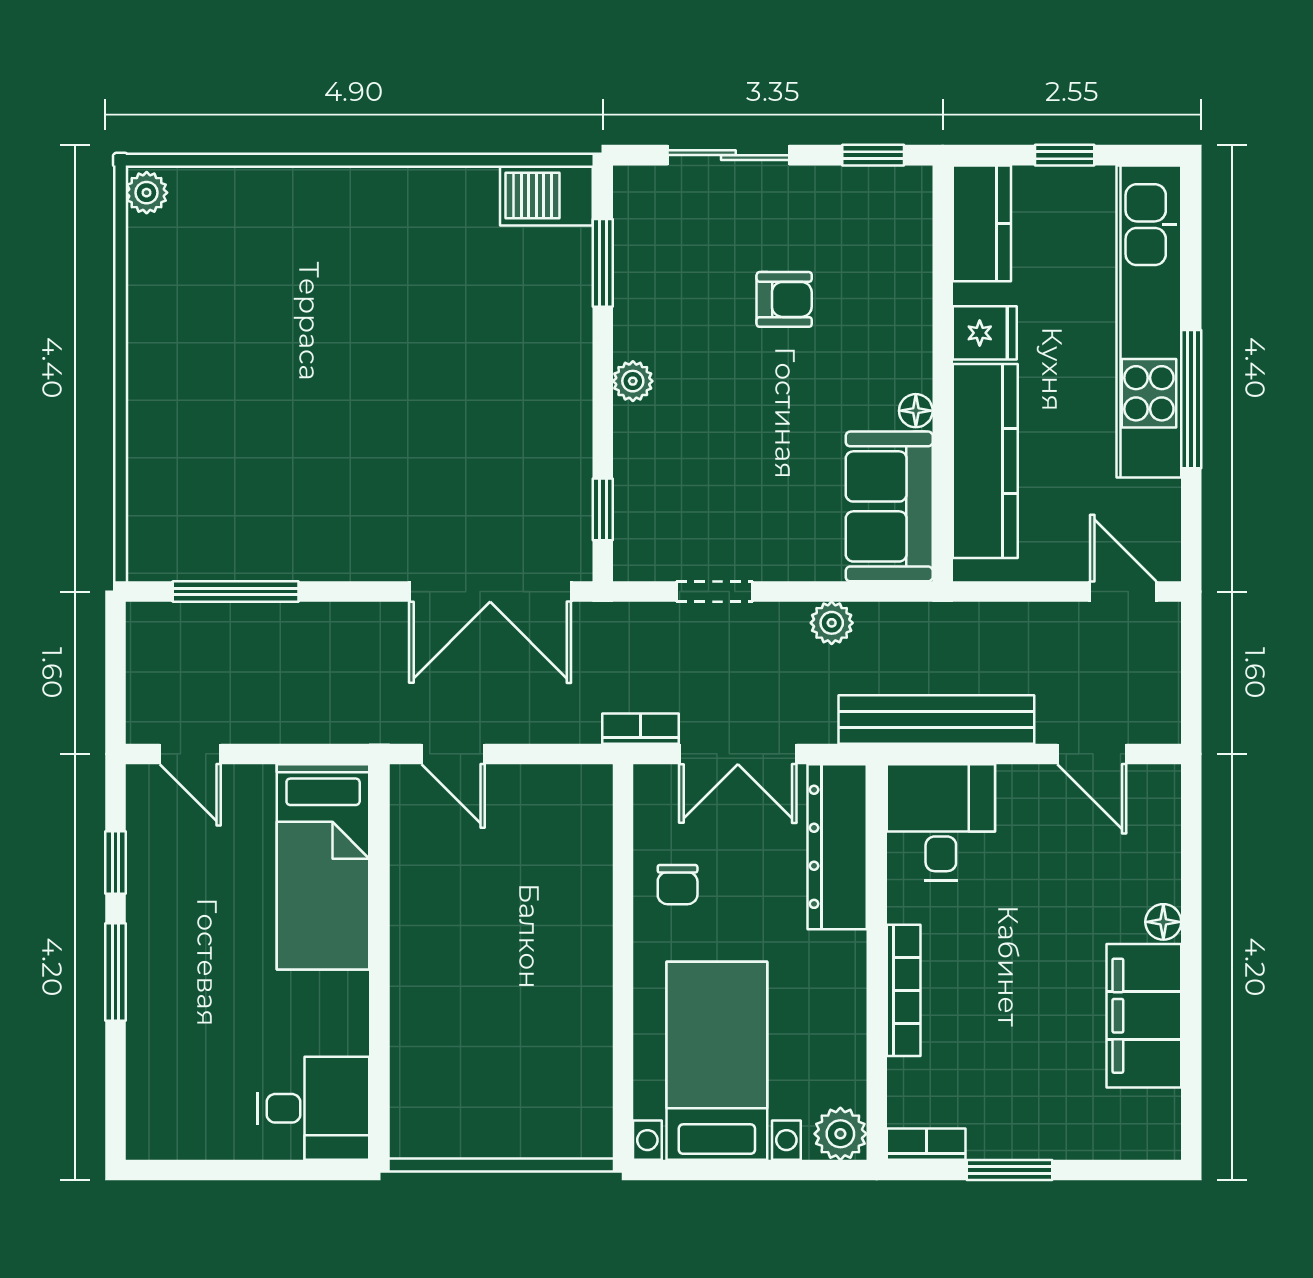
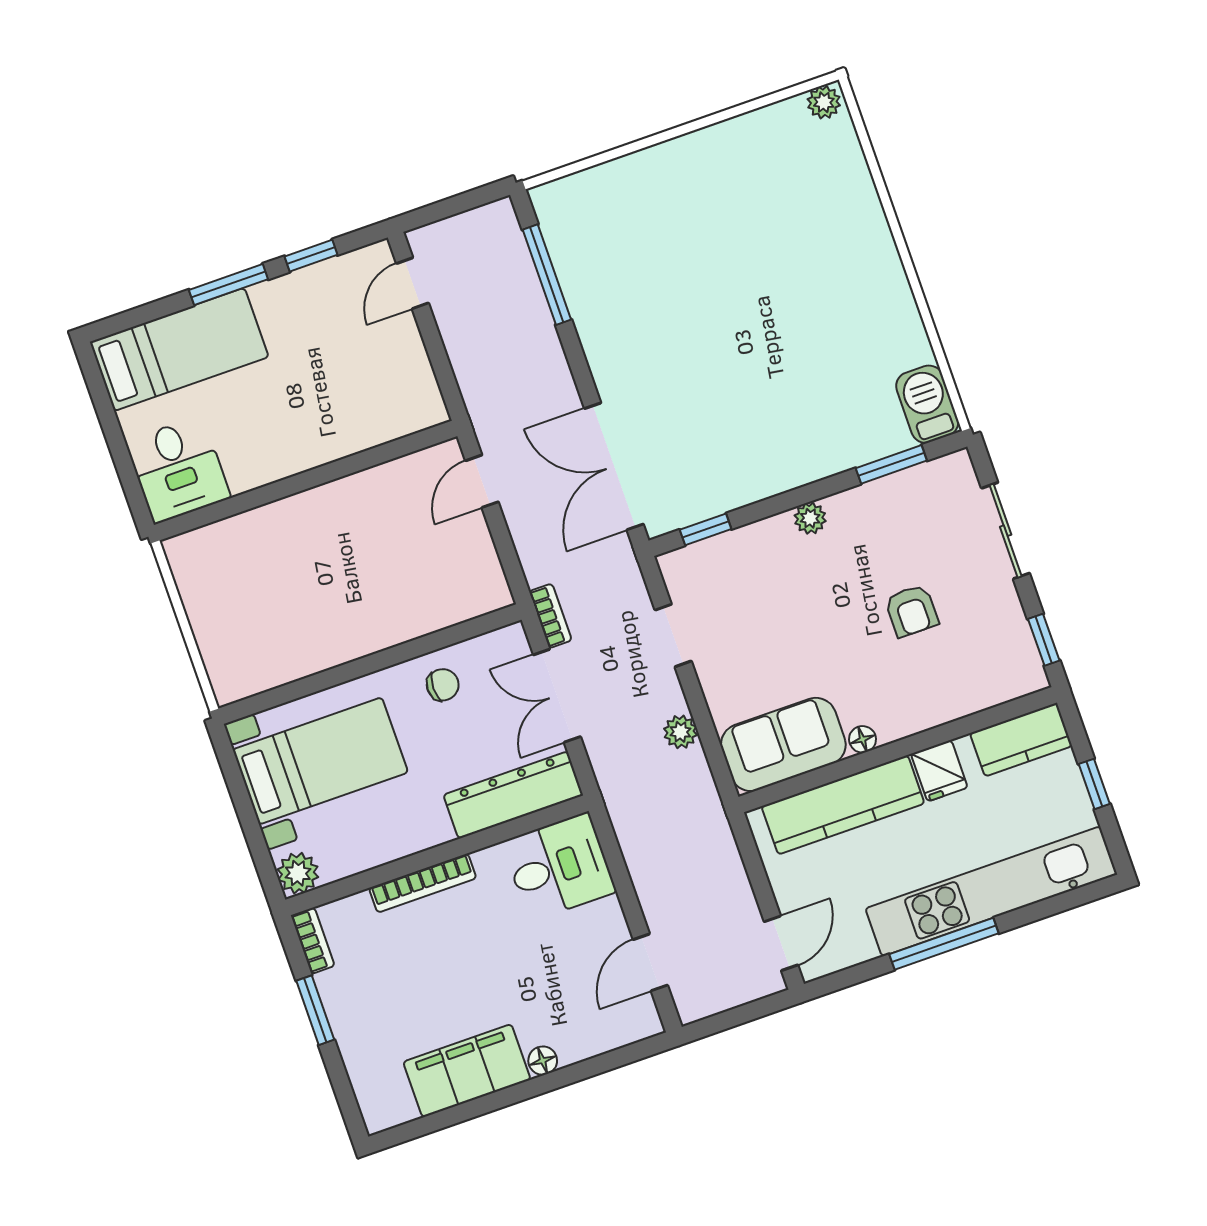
bench: (936, 719) -> (635, 836), removed
bed: (323, 867) -> (179, 349), moved, turned 180
chair: (678, 885) -> (443, 685), turned 180

